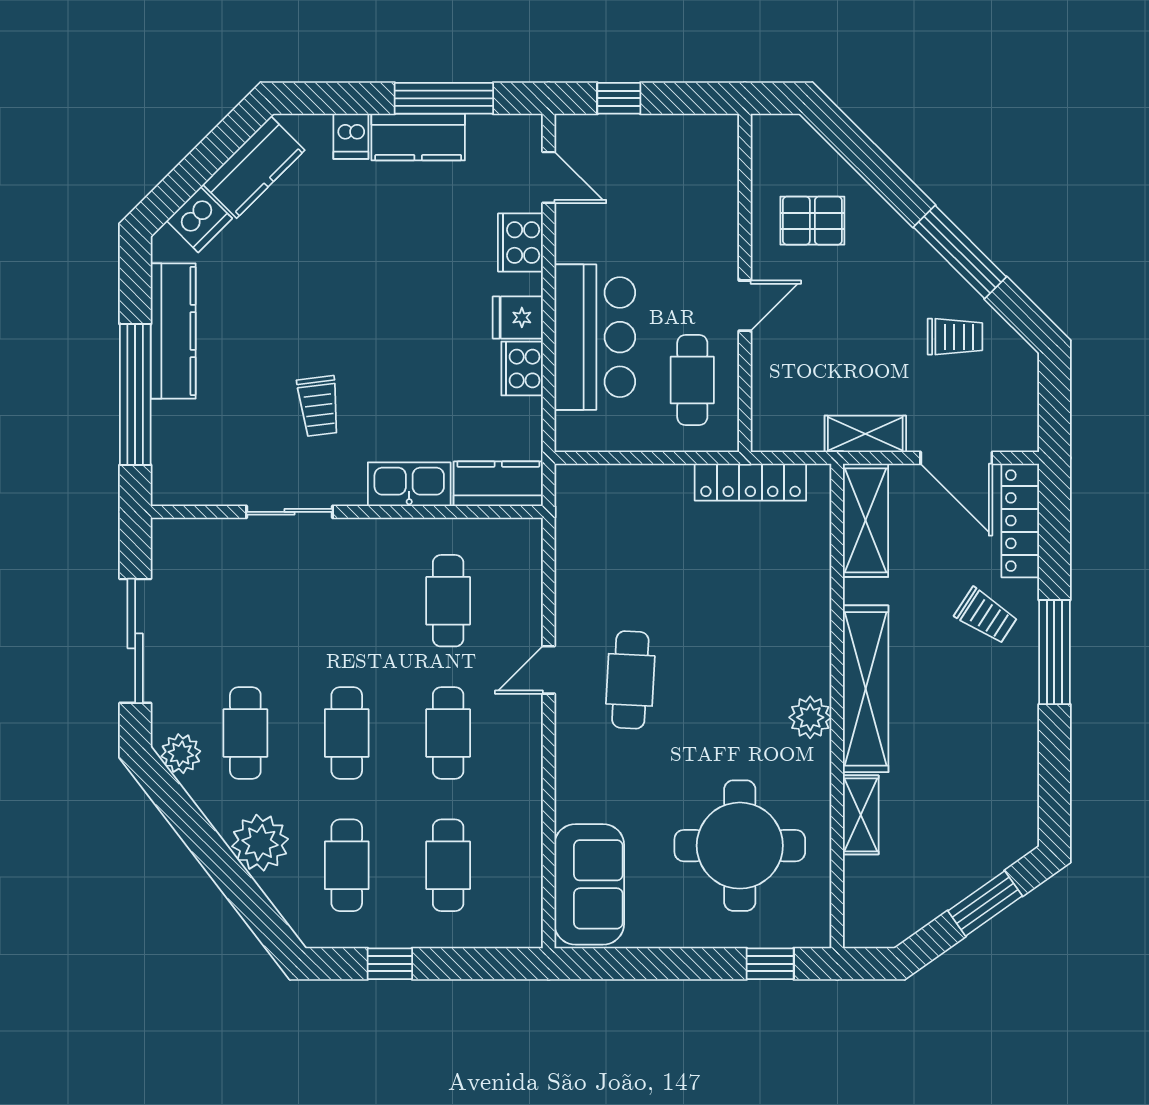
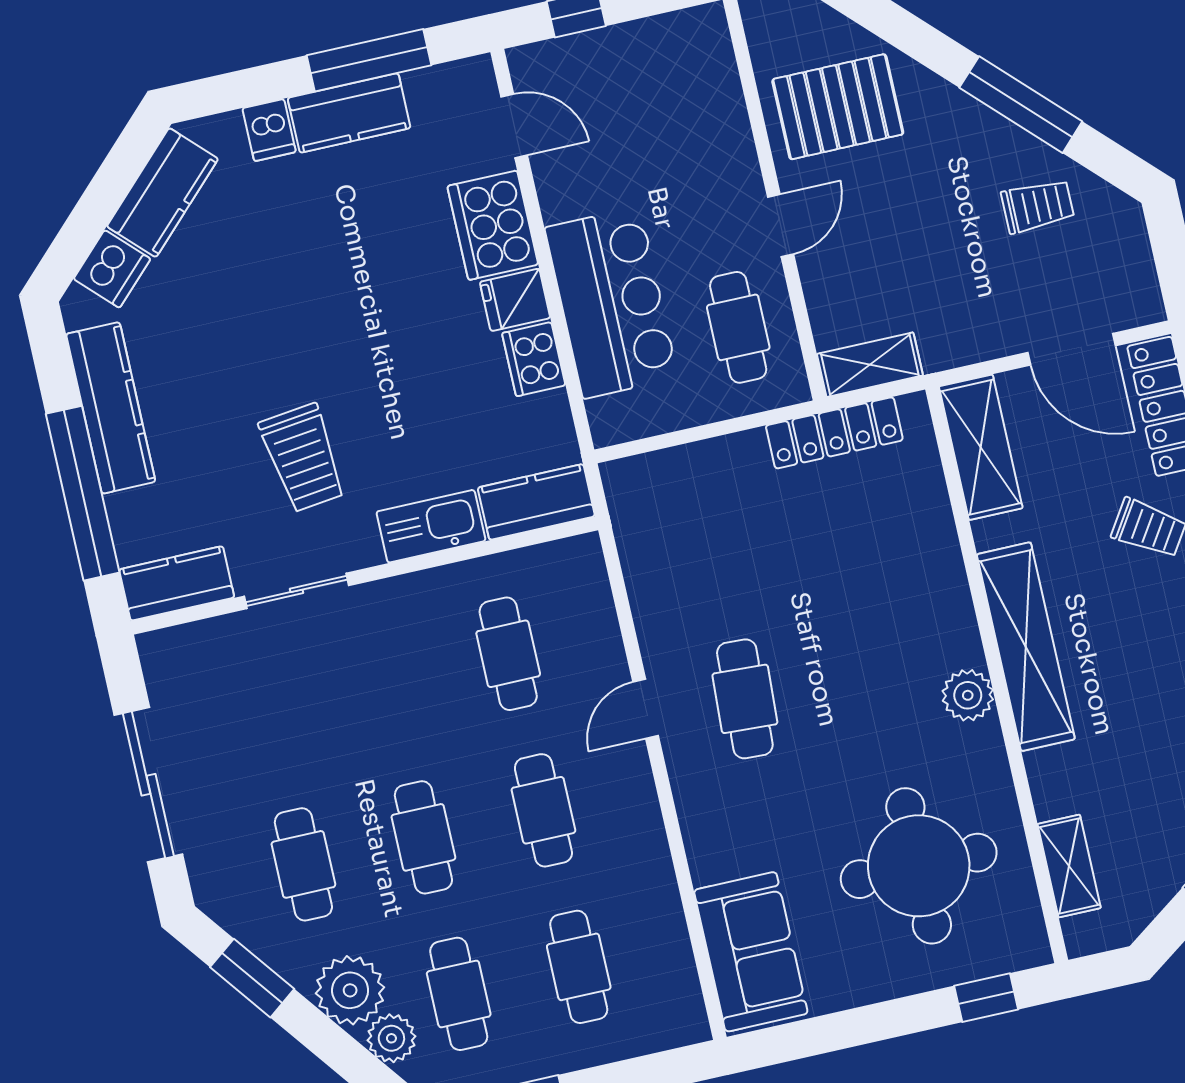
pallet: (812, 221) -> (838, 107), width x1.50, depth x1.42
cooker: (520, 243) -> (493, 225), width x1.37, depth x1.31
trolley: (319, 406) -> (303, 458), width x1.36, depth x1.39
shelving: (865, 434) -> (870, 365), moved
kitchen counter: (194, 484) -> (177, 583), added
plant: (181, 754) -> (391, 1038), moved
window: (183, 815) -> (252, 978), added
shelving: (861, 815) -> (1069, 866), moved

